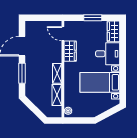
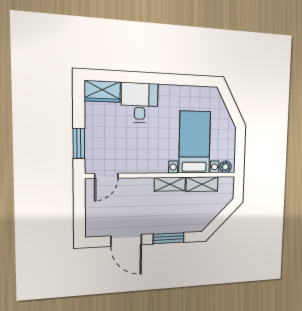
window: (93, 18) -> (79, 143), moved
wardrobe: (70, 51) -> (135, 164), removed
bed with nightstands: (100, 82) -> (195, 142), moved, turned 180

